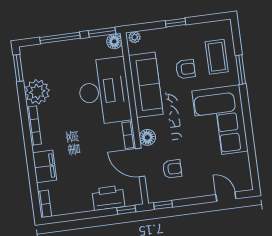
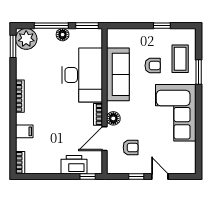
window: (175, 23) -> (162, 26), moved
plant: (135, 37) -> (114, 33), removed
floor lamp: (114, 41) -> (63, 35), moved
plant: (37, 92) -> (26, 39), moved
door: (140, 162) -> (105, 139), hinge flipped
filing cabinet: (45, 166) -> (24, 131), width x0.50
door: (226, 197) -> (160, 177), moved
window: (163, 205) -> (136, 177), moved

